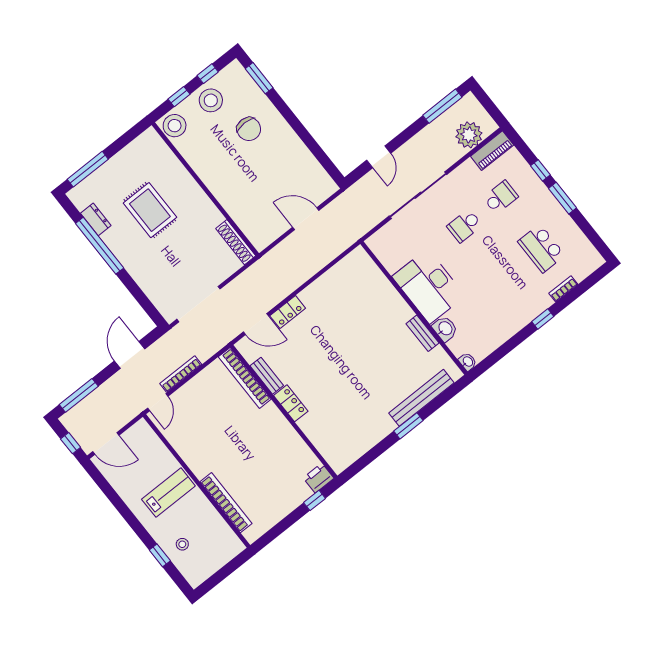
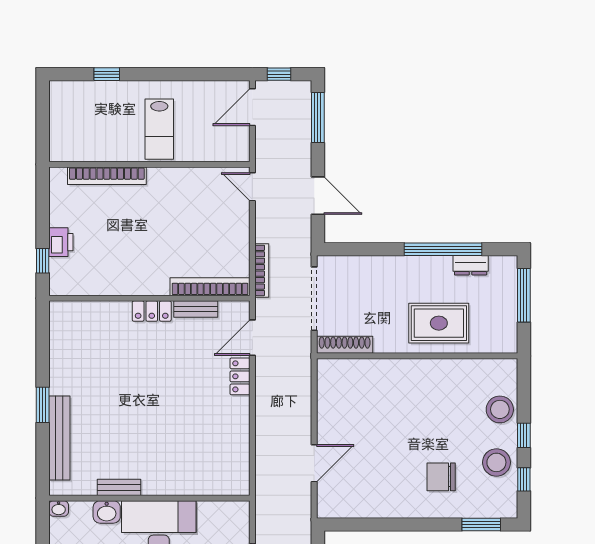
wall: (205, 189) -> (417, 356), moved
shoe rack: (236, 242) -> (345, 345), moved
bookcase: (181, 374) -> (262, 270), moved
printer: (319, 478) -> (61, 242), moved
stool: (182, 544) -> (100, 104), removed

